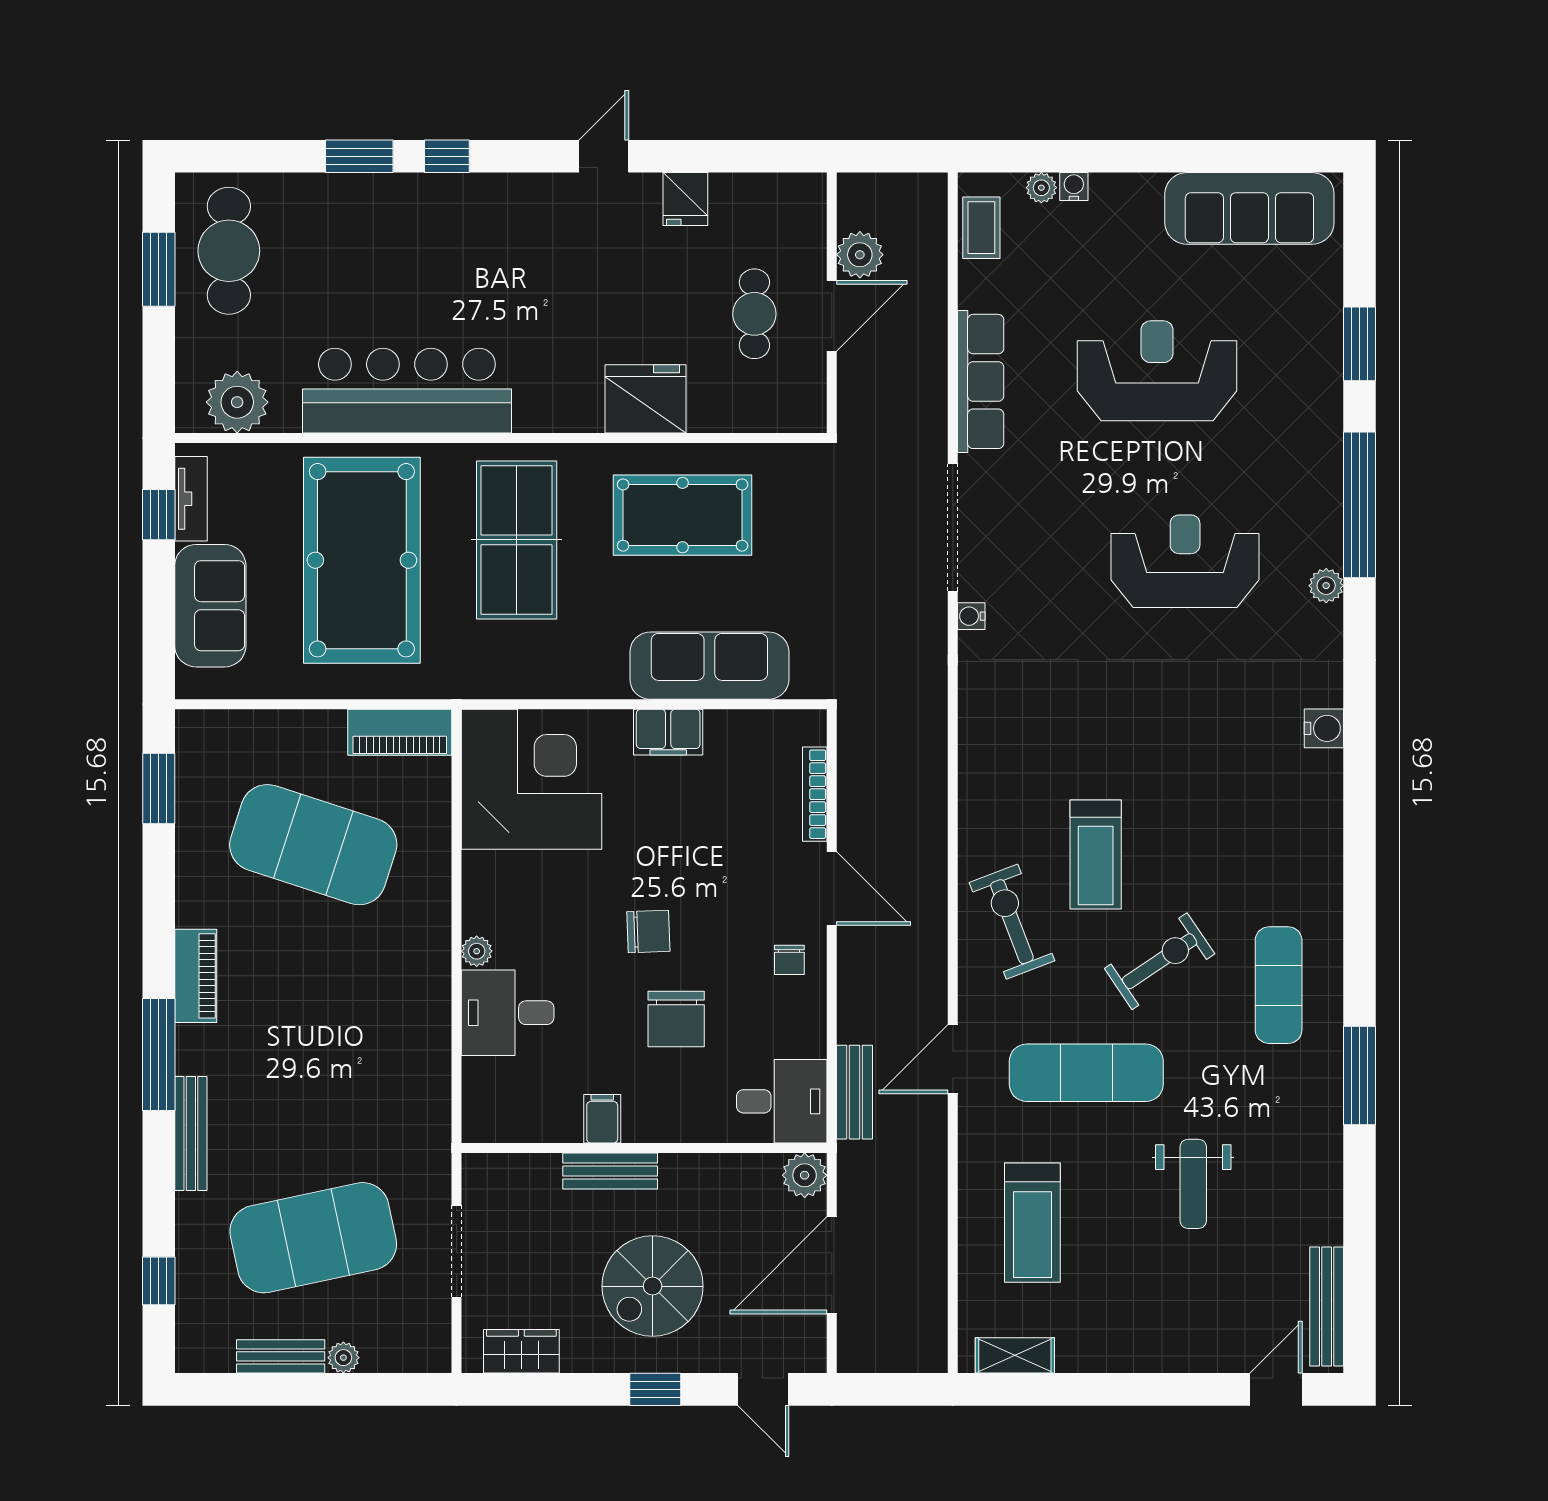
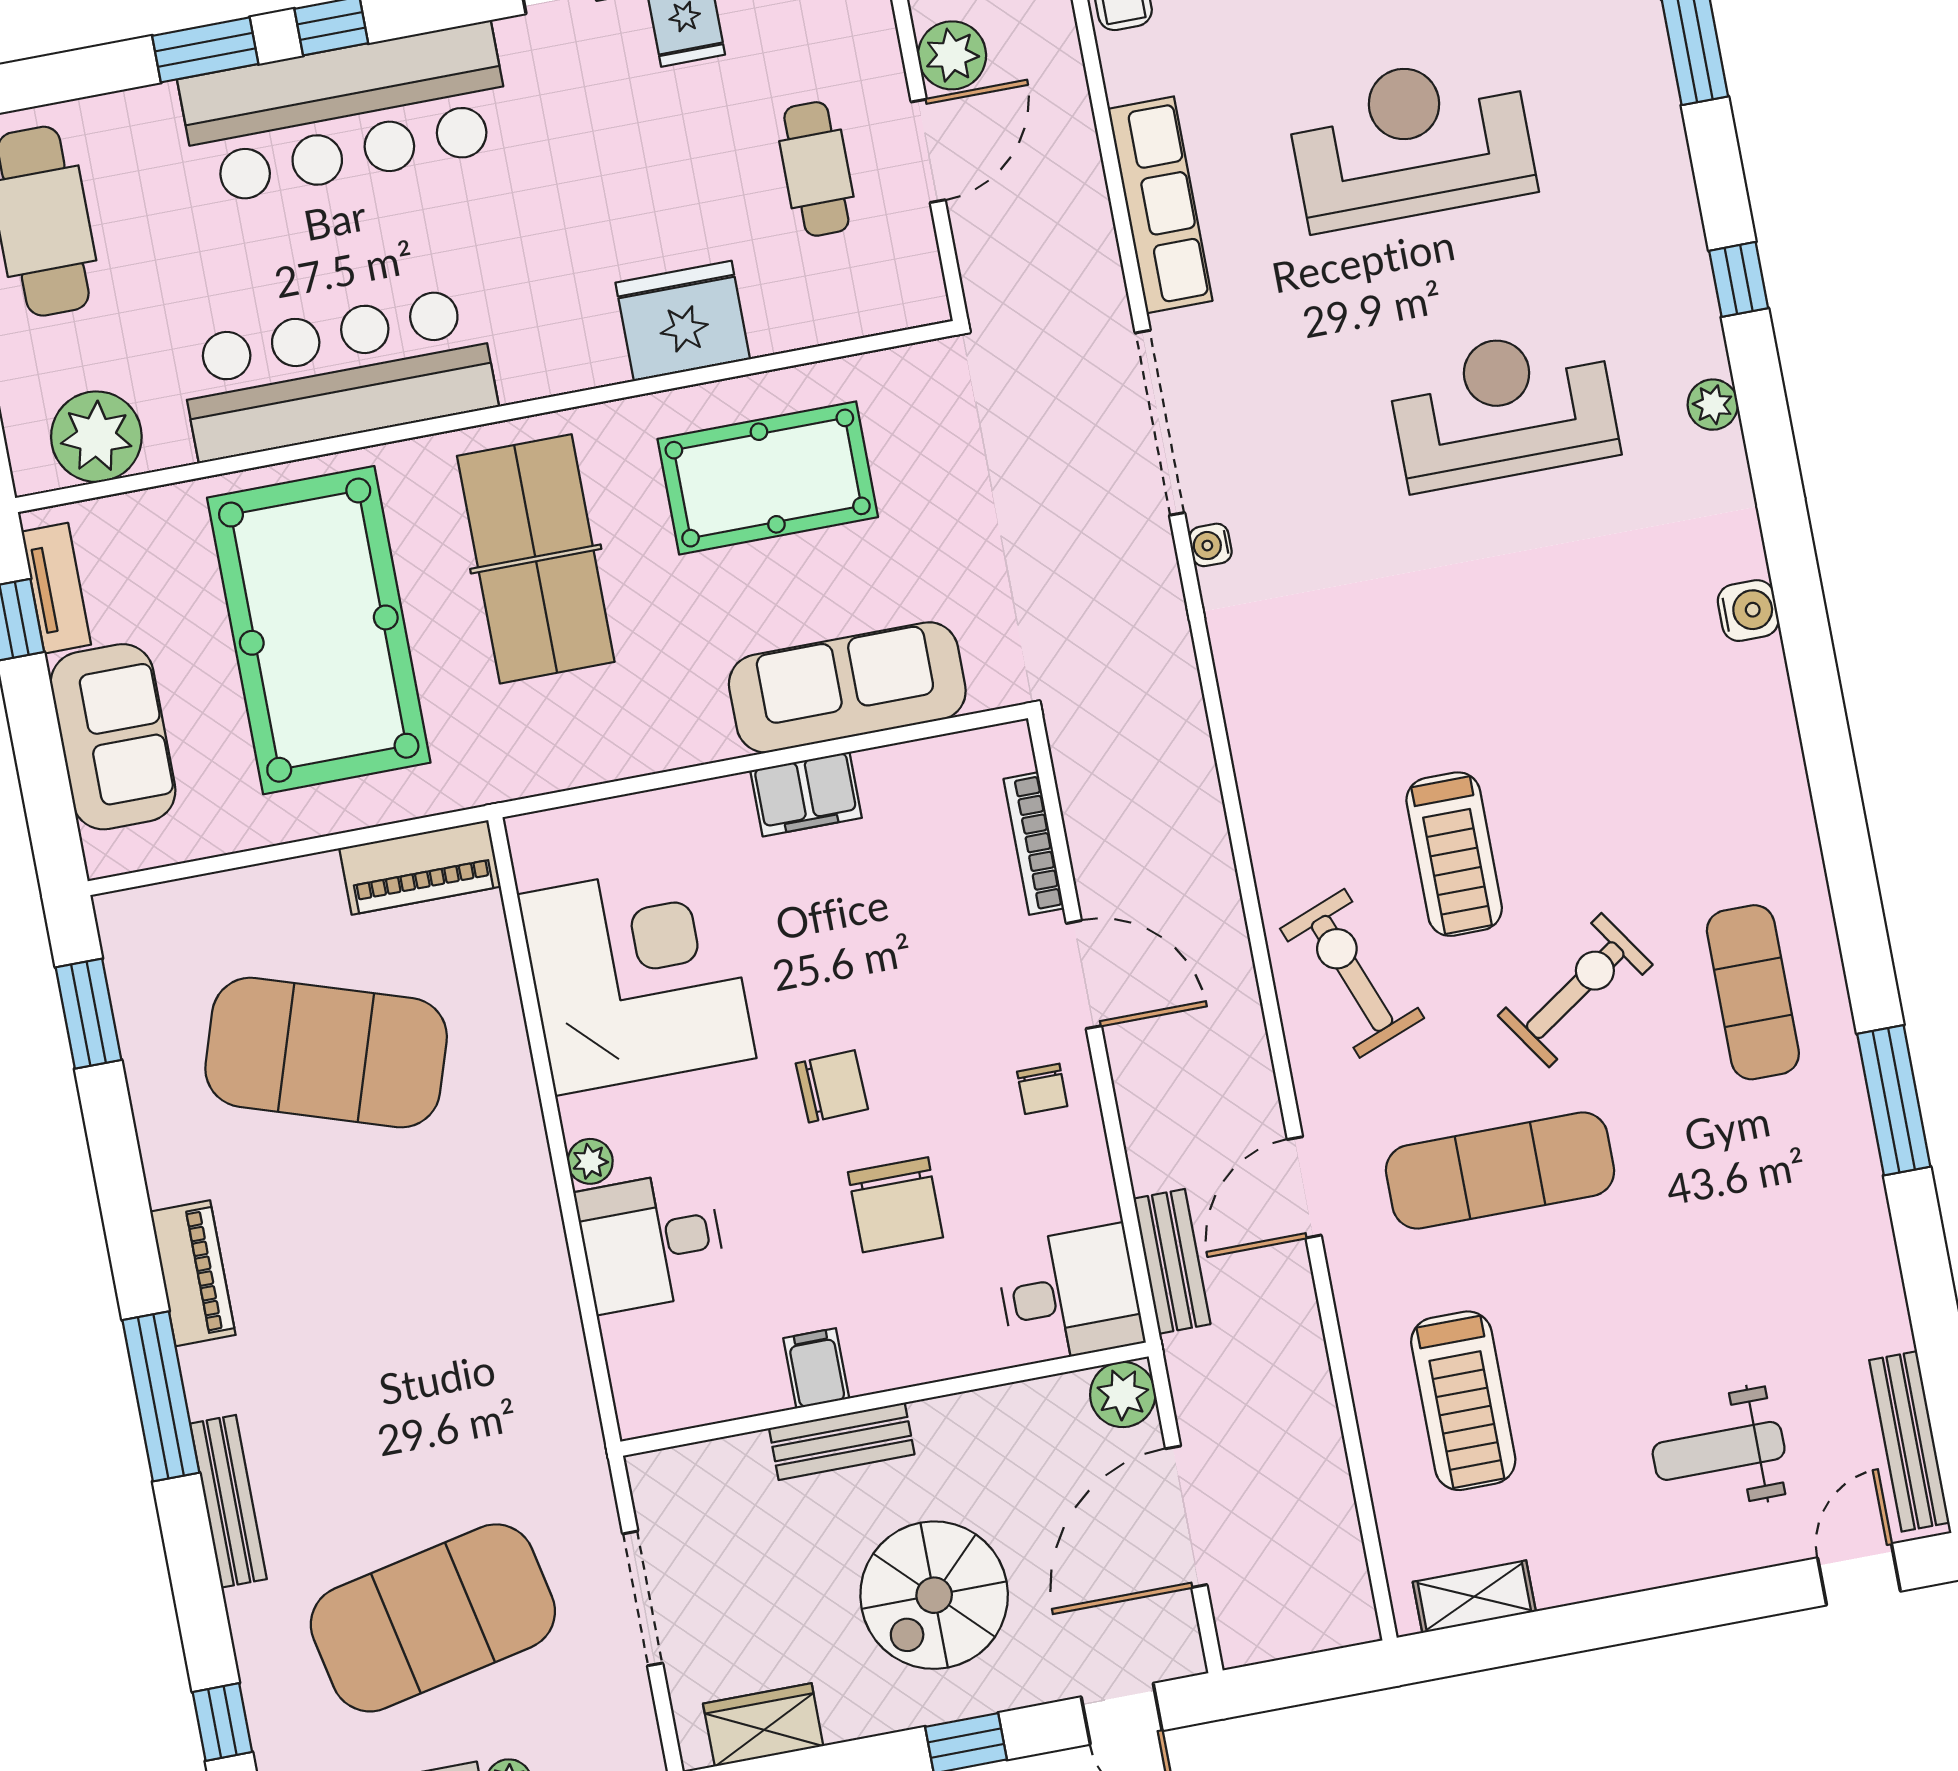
bar counter: (446, 217) -> (346, 114), added
window: (1359, 505) -> (1739, 279), width x0.32
corner desk: (531, 779) -> (637, 976), moved
weight bench: (1193, 1184) -> (1719, 1451), moved, turned 90

